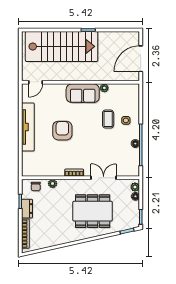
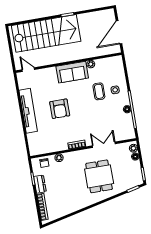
door: (36, 82) -> (28, 70), swing flipped
armchair: (62, 131) -> (60, 109), turned 180
dining table: (93, 211) -> (99, 176), width x0.73

